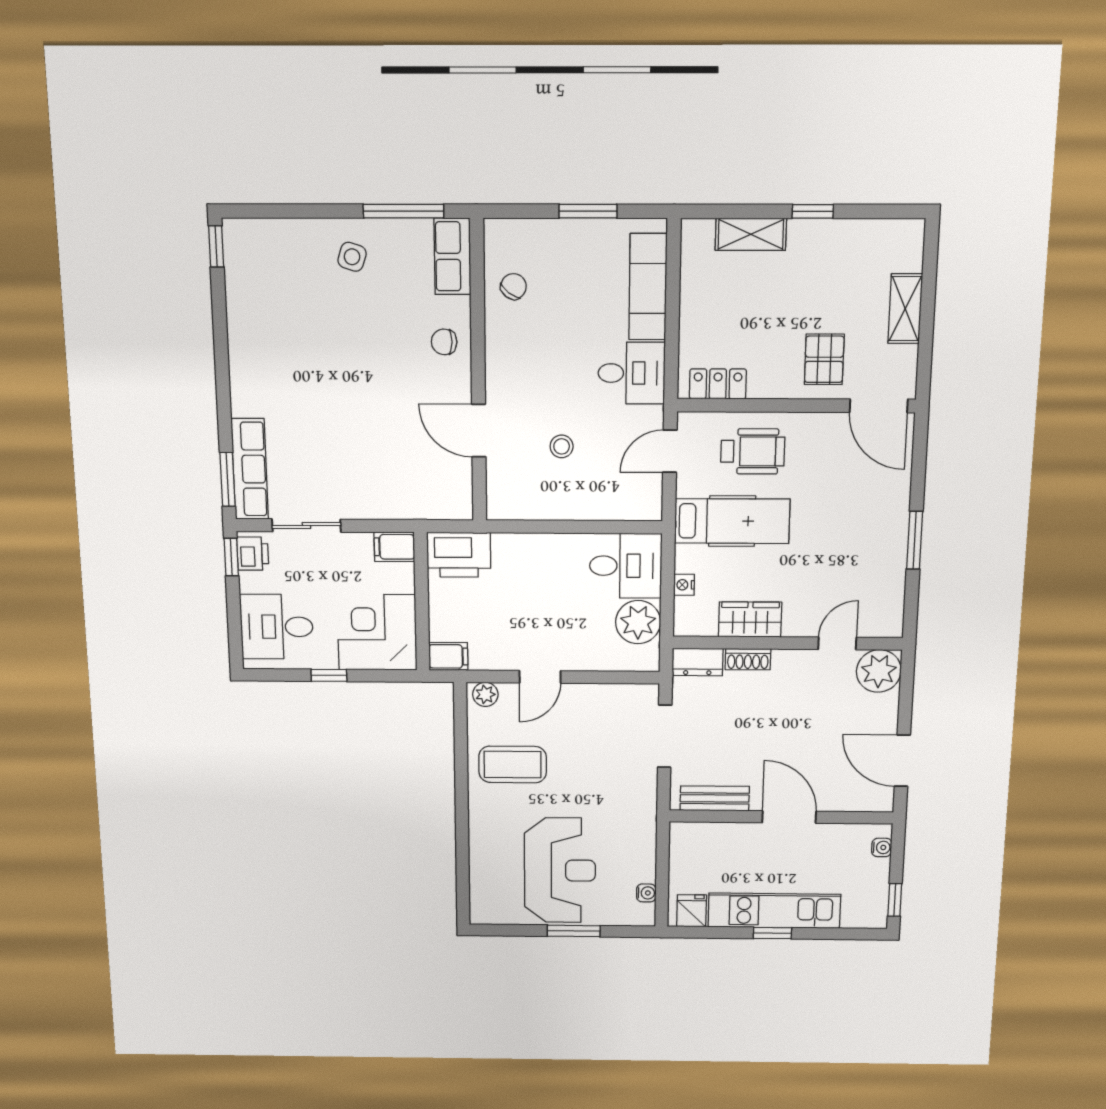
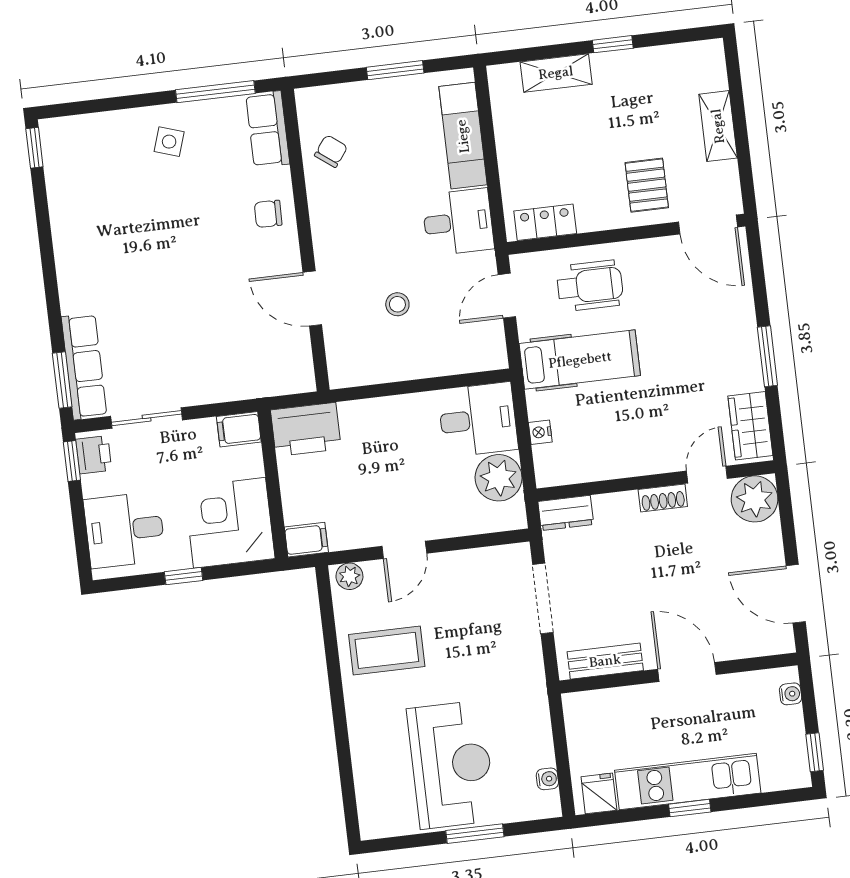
wardrobe: (750, 619) -> (750, 426), moved, turned -90
shoe rack: (748, 659) -> (663, 498), moved

